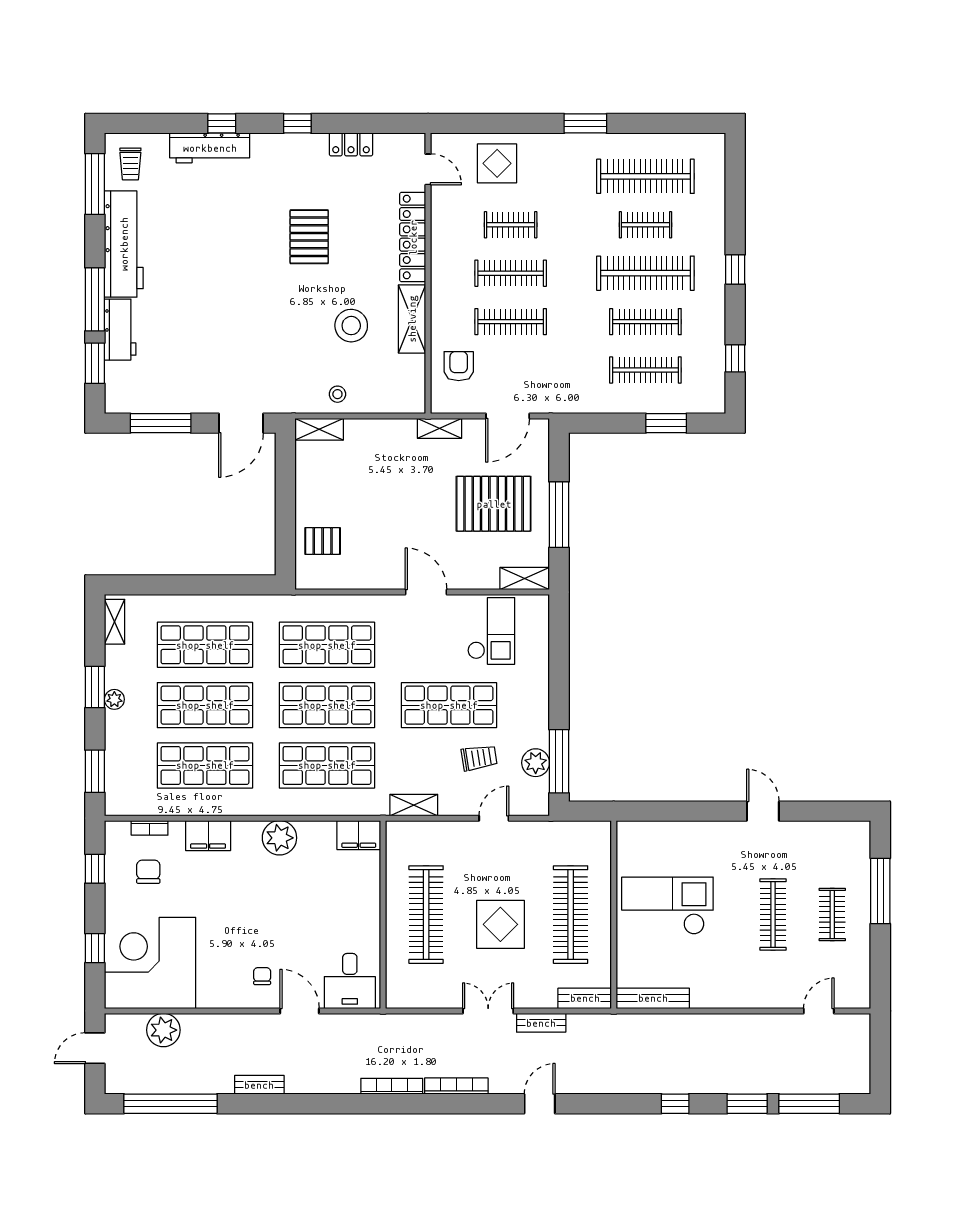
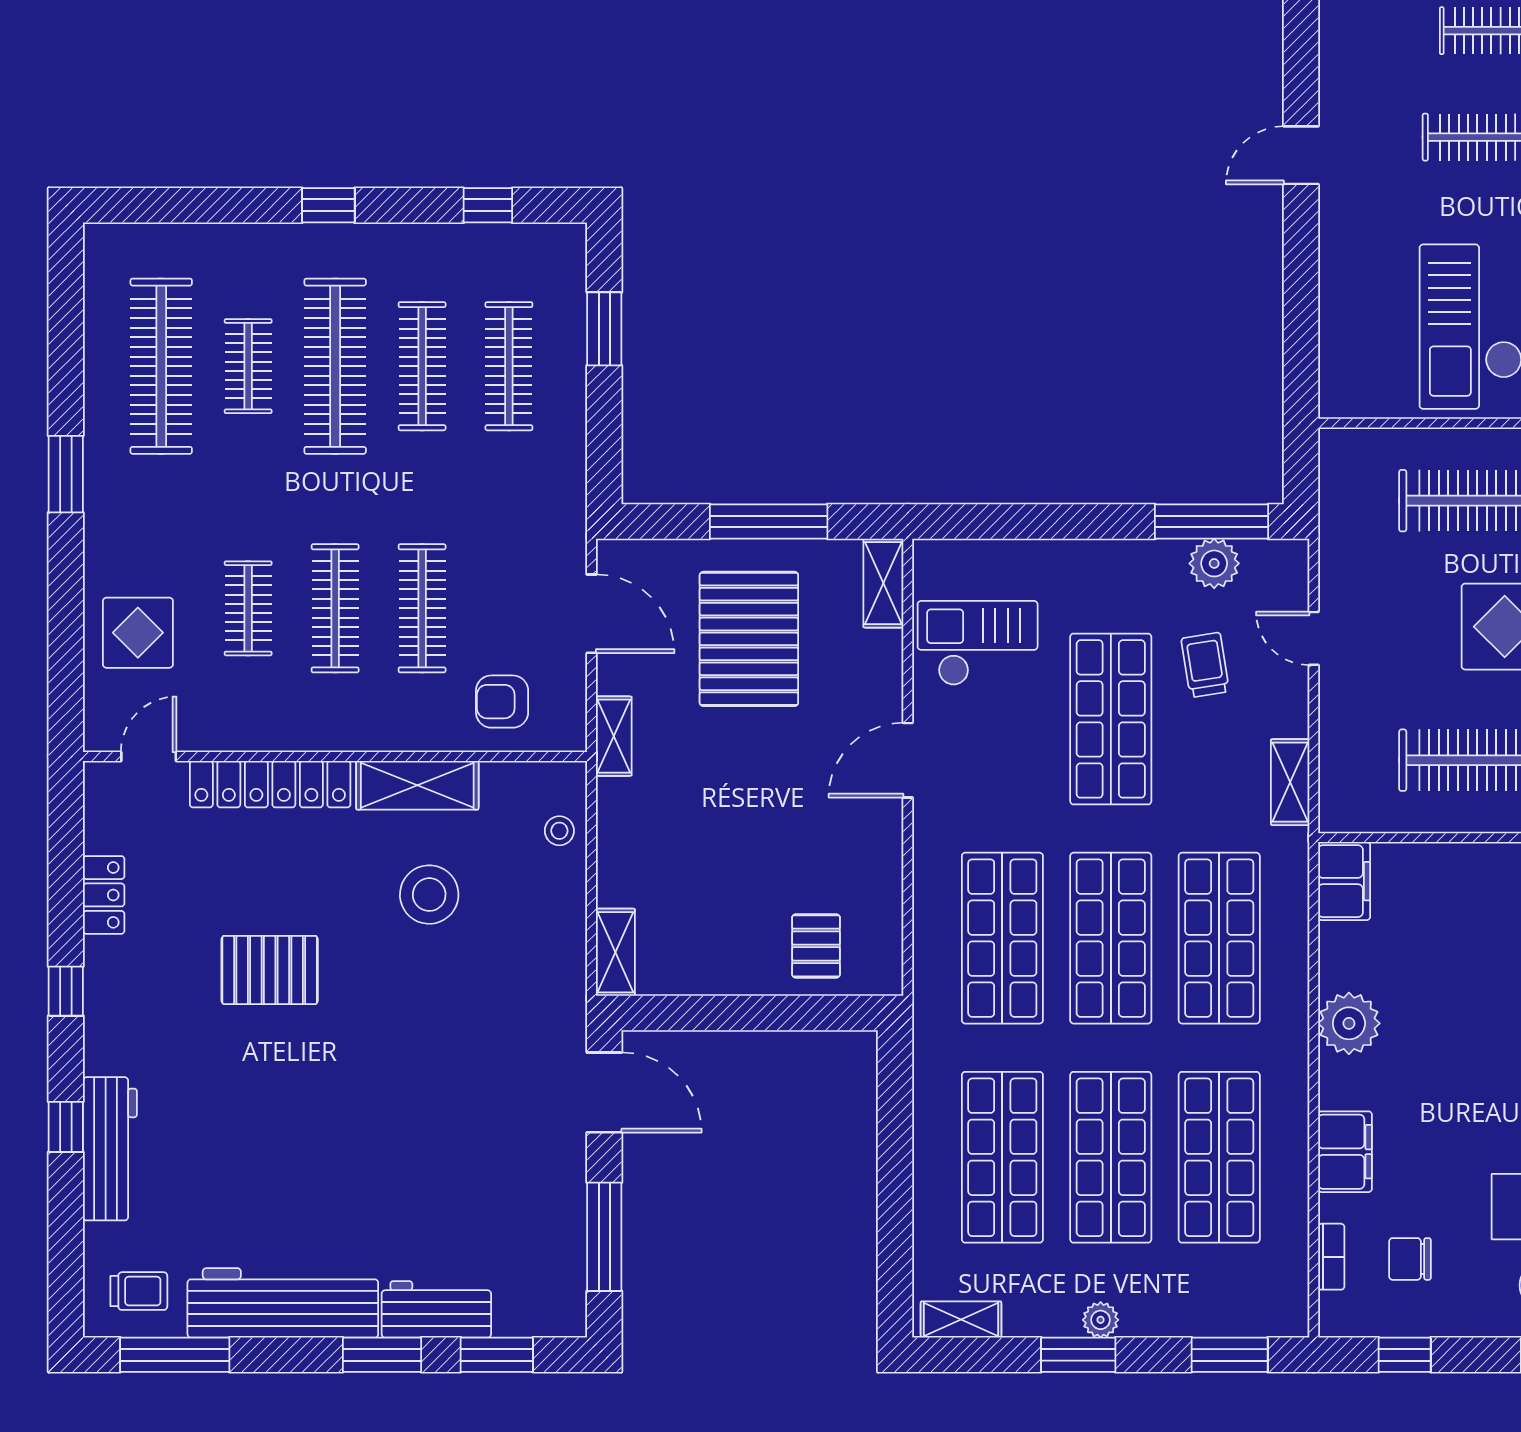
window: (95, 299) -> (382, 1355), width x0.69
stool: (337, 394) -> (559, 831), moved

